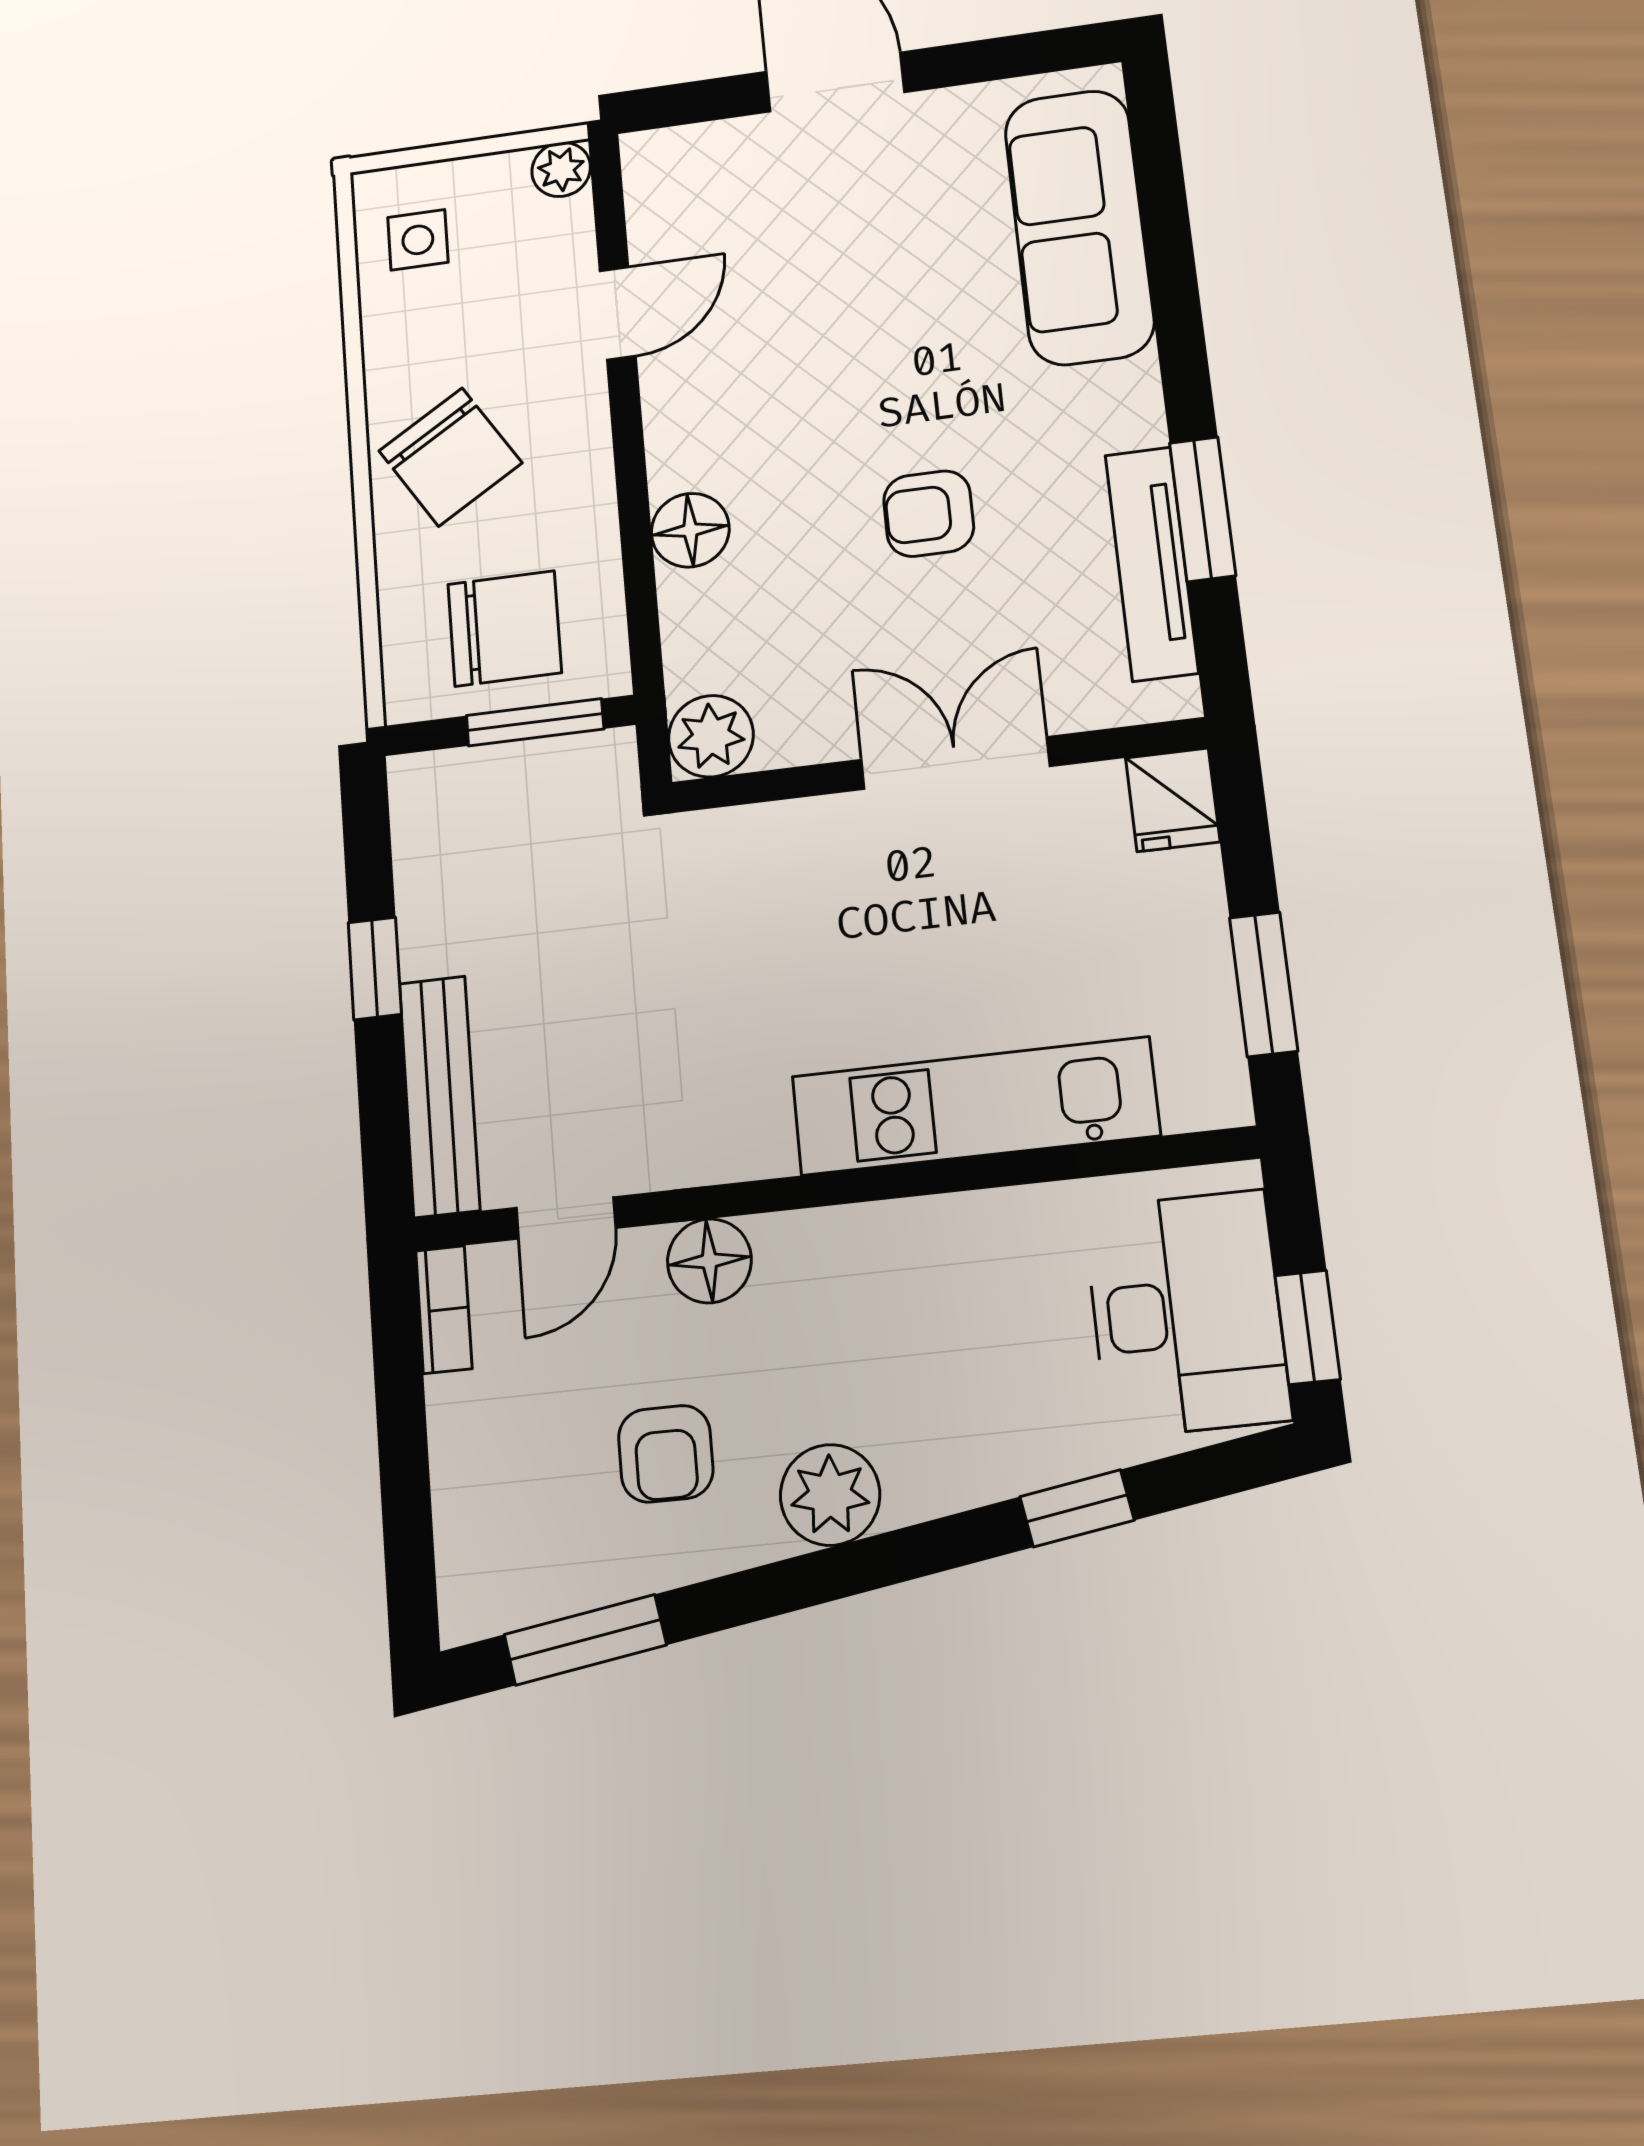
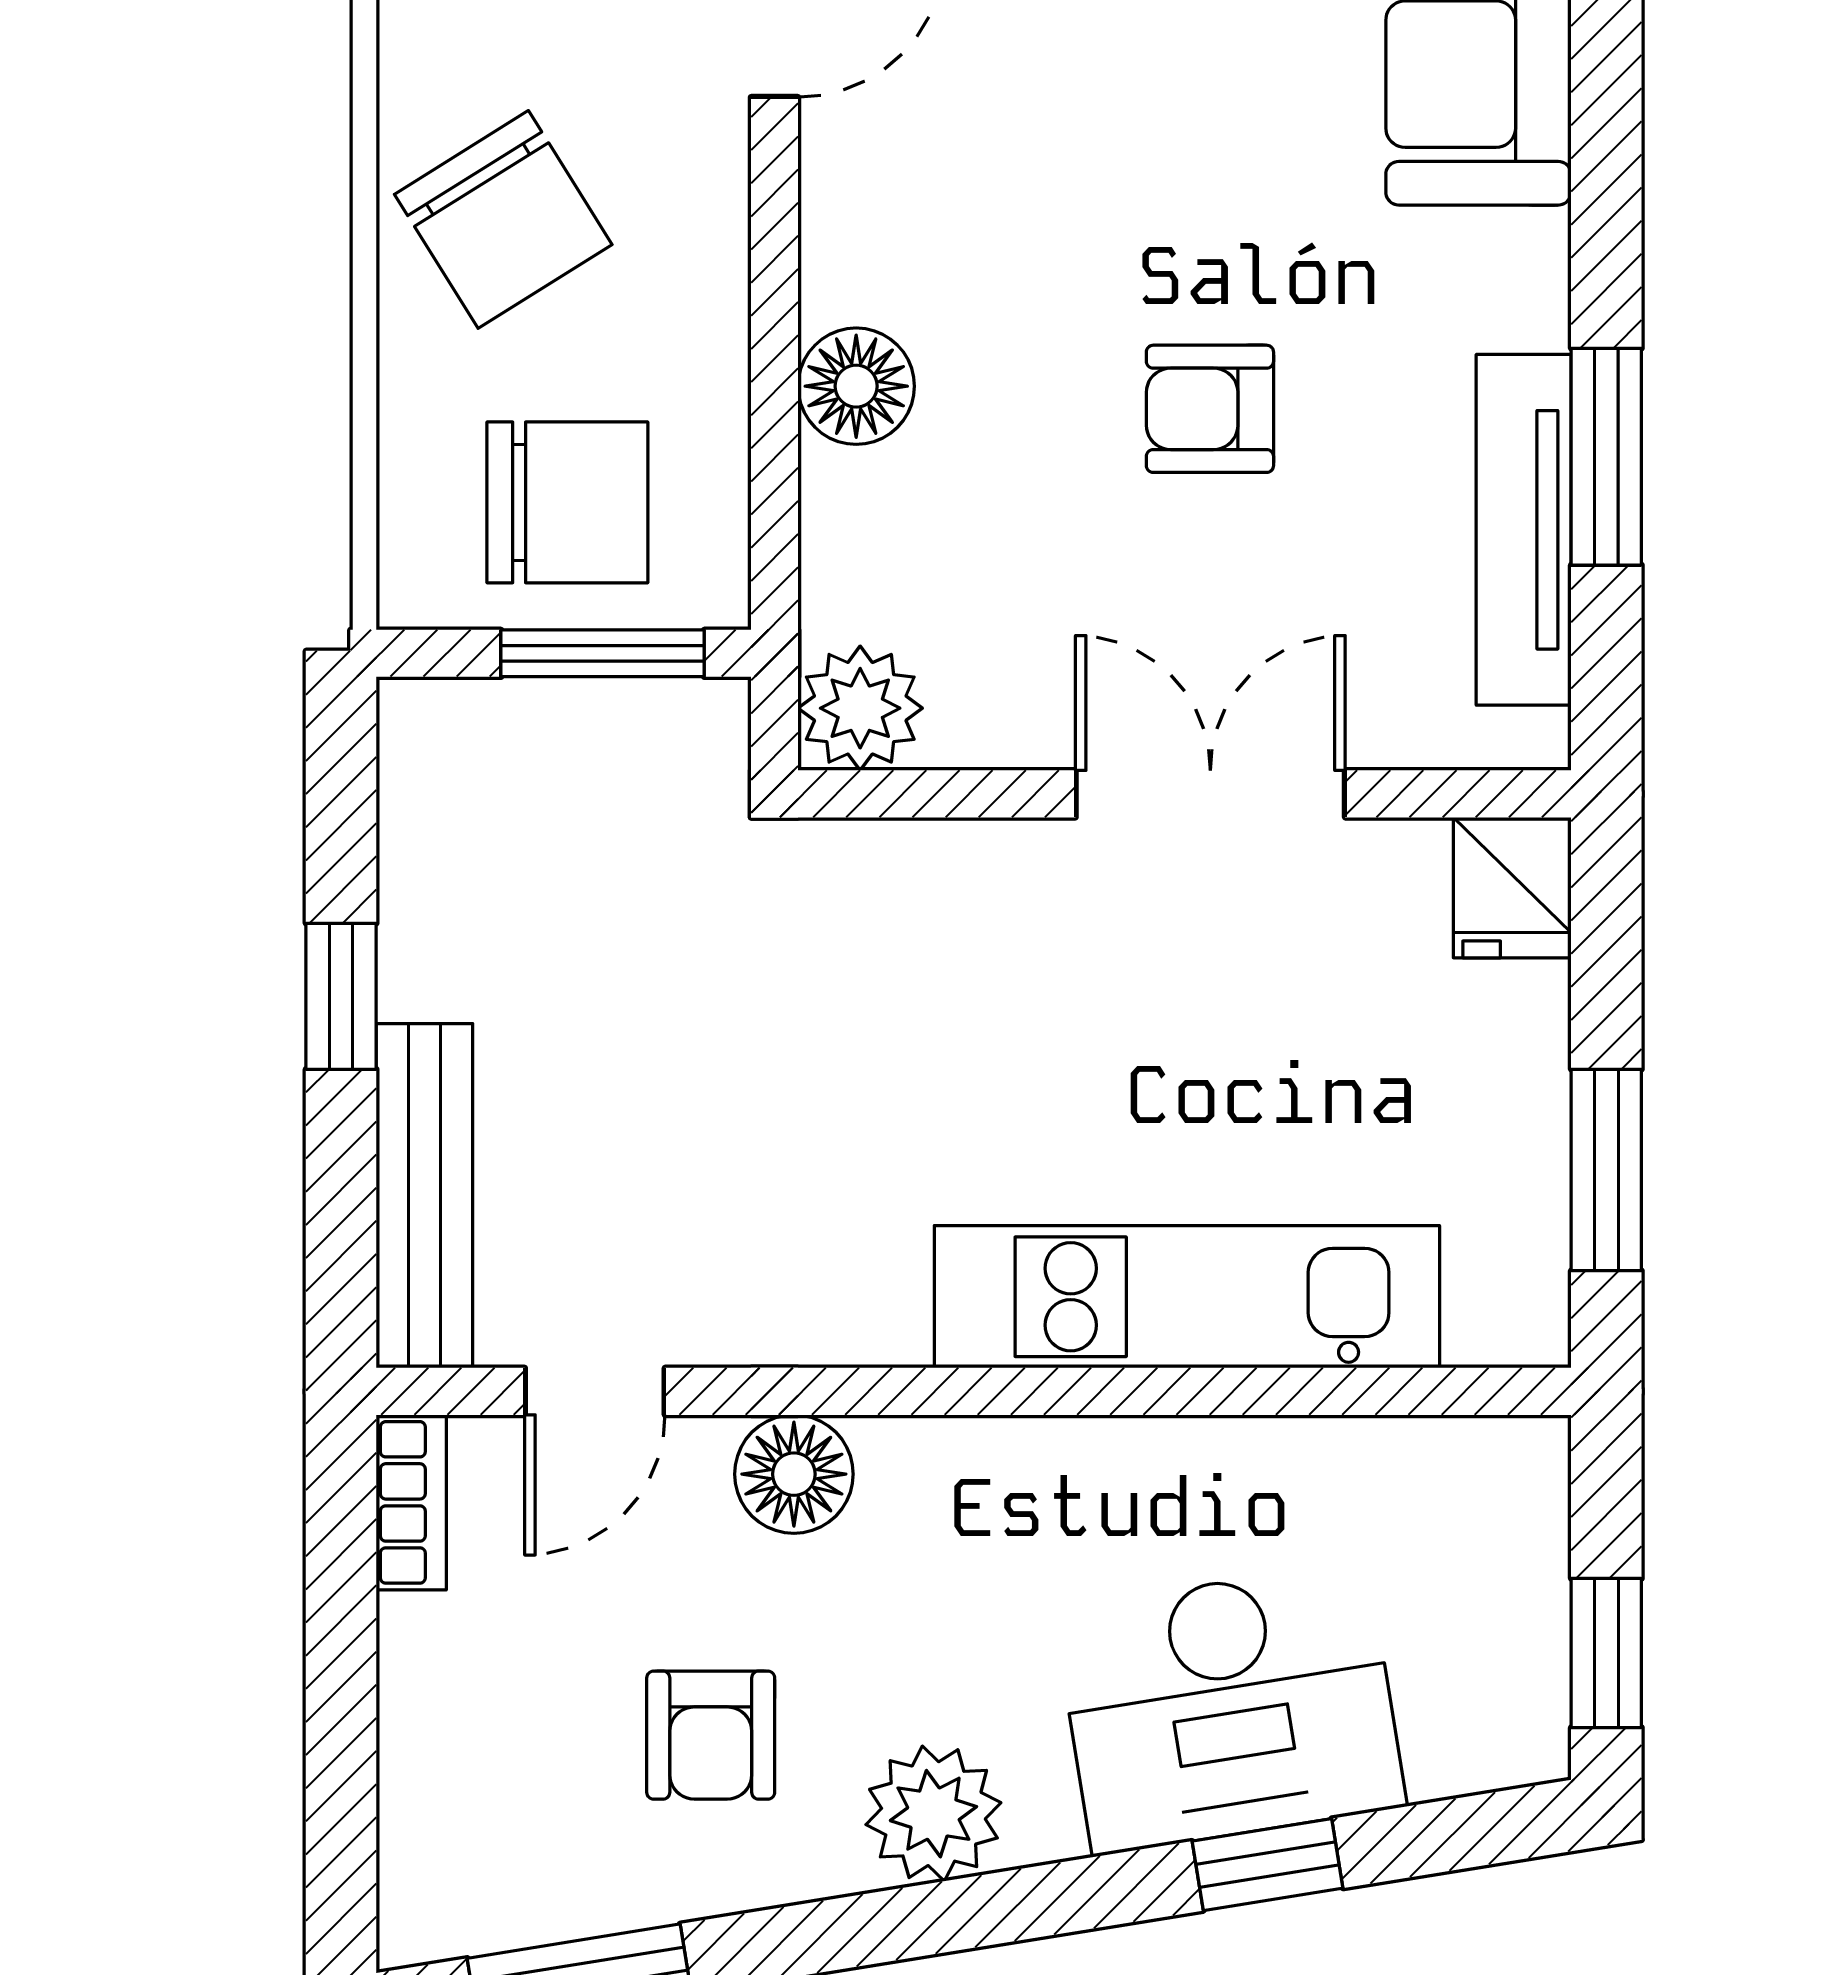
desk: (1187, 1313) -> (1230, 1708), moved, turned 81

